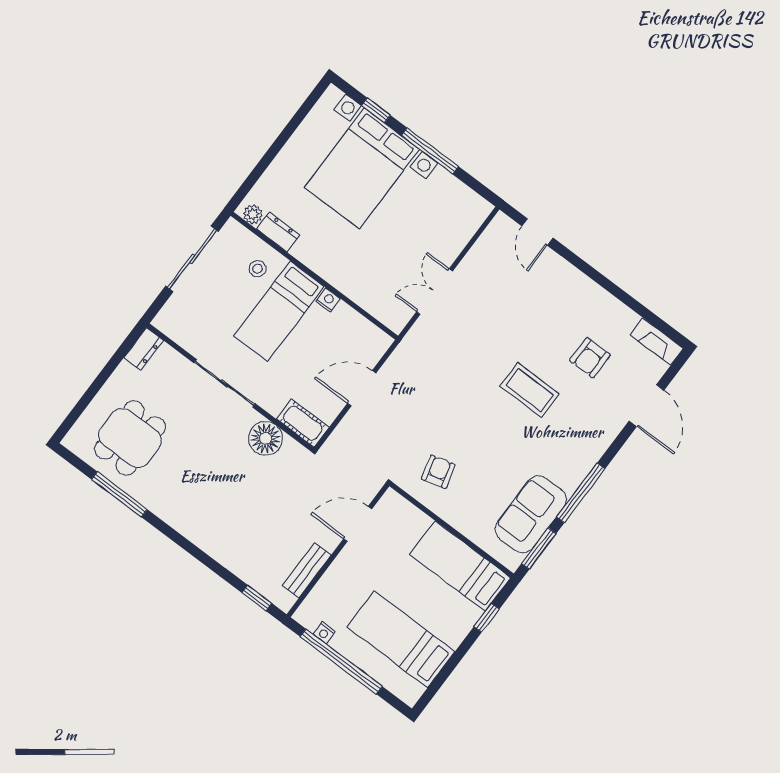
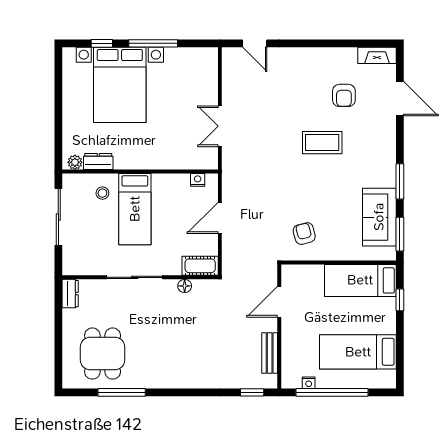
nightstand: (328, 300) -> (198, 180), moved
floor lamp: (266, 438) -> (185, 286), width x0.53, depth x0.53
window: (581, 493) -> (400, 181), width x0.69

